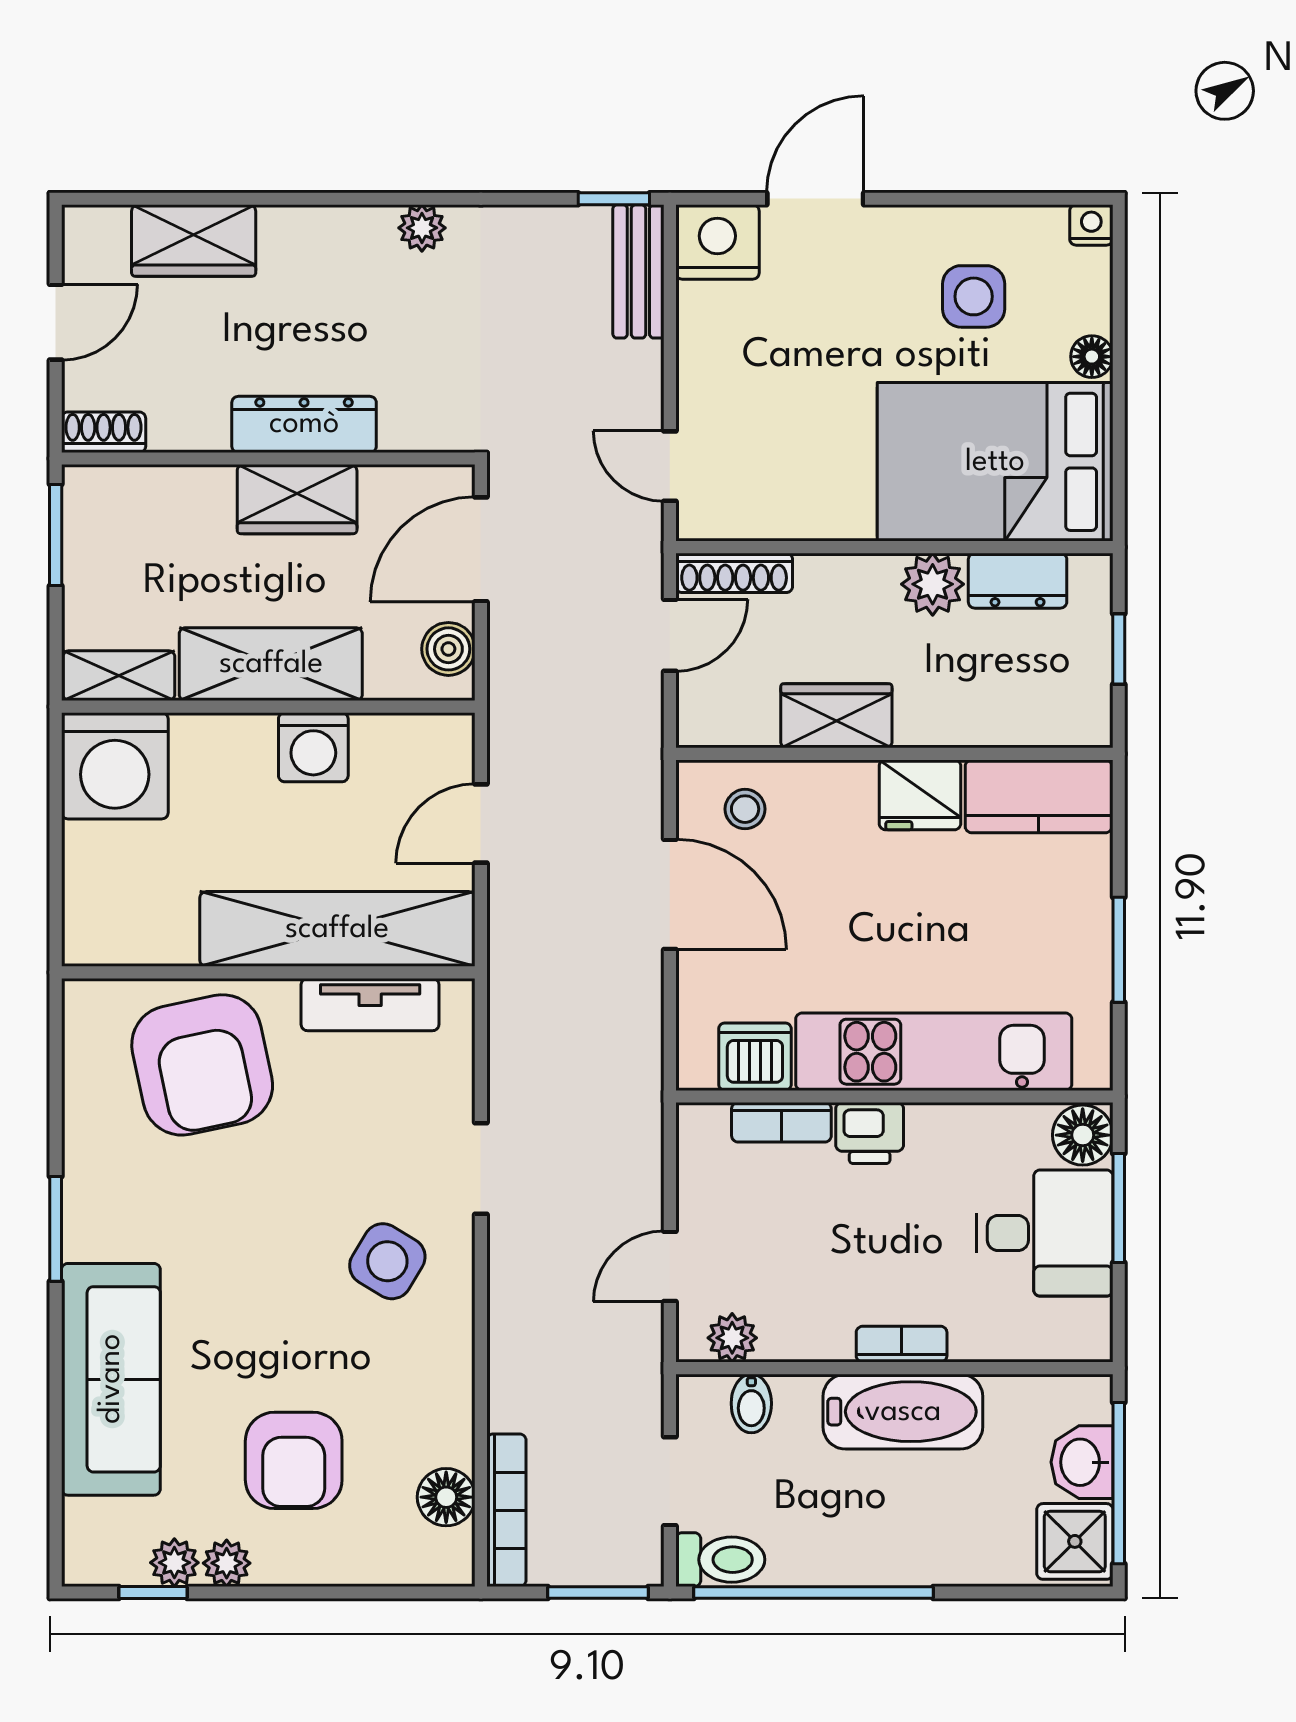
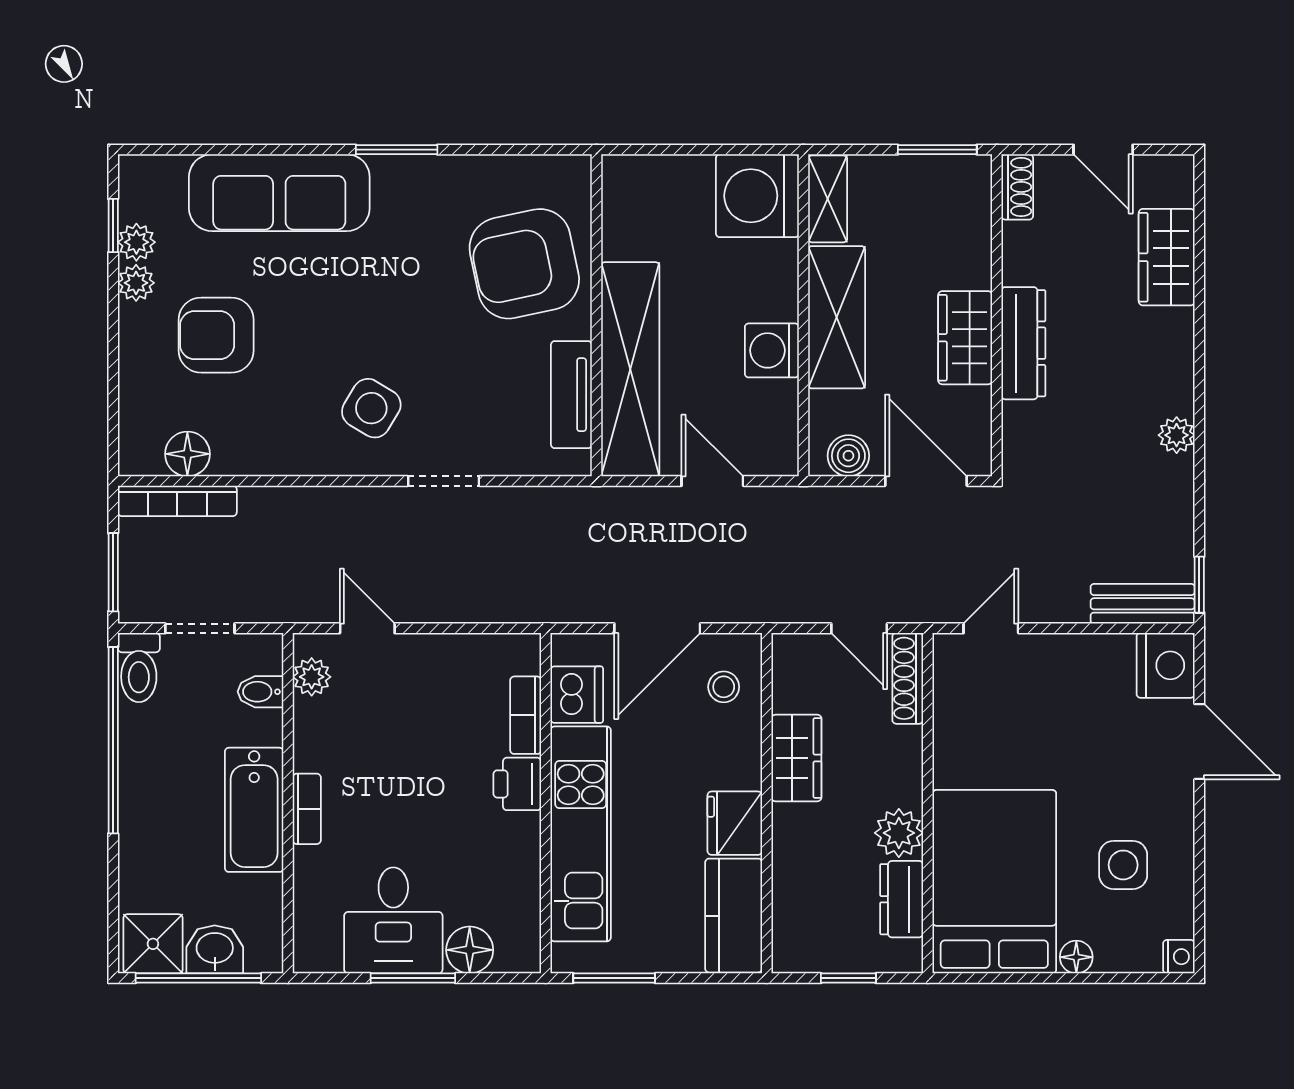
kitchen unit: (934, 1052) -> (581, 834), moved
dishwasher: (755, 1057) -> (577, 695), moved
wall: (894, 1096) -> (546, 803), moved
bookcase: (781, 1122) -> (526, 715), moved
printer: (870, 1133) -> (517, 784), moved

